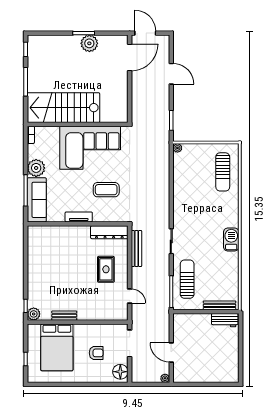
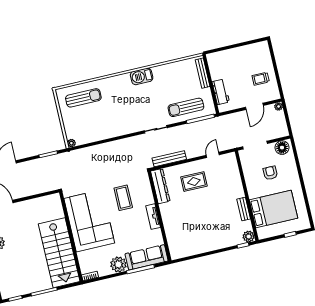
workbench: (225, 320) -> (221, 92), moved
trolley: (199, 366) -> (261, 79), added

